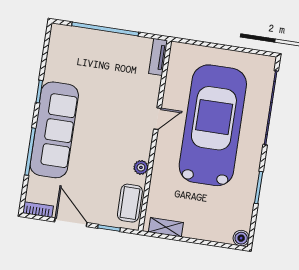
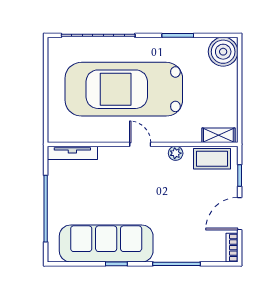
tv unit: (158, 57) -> (72, 153), width x1.41
door: (157, 119) -> (140, 144), moved
sofa: (54, 130) -> (106, 243), moved
shelving: (166, 227) -> (218, 135), moved, turned 90
boiler: (241, 238) -> (223, 52), width x1.86, depth x1.86

